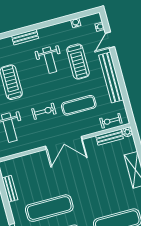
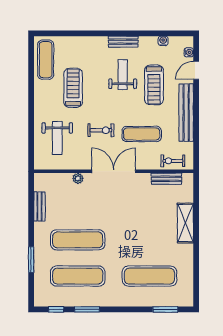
bench: (25, 37) -> (123, 42), moved
weight bench: (50, 60) -> (123, 75), turned 180
plant: (127, 132) -> (78, 178), moved
double door: (64, 143) -> (114, 171), swing flipped

